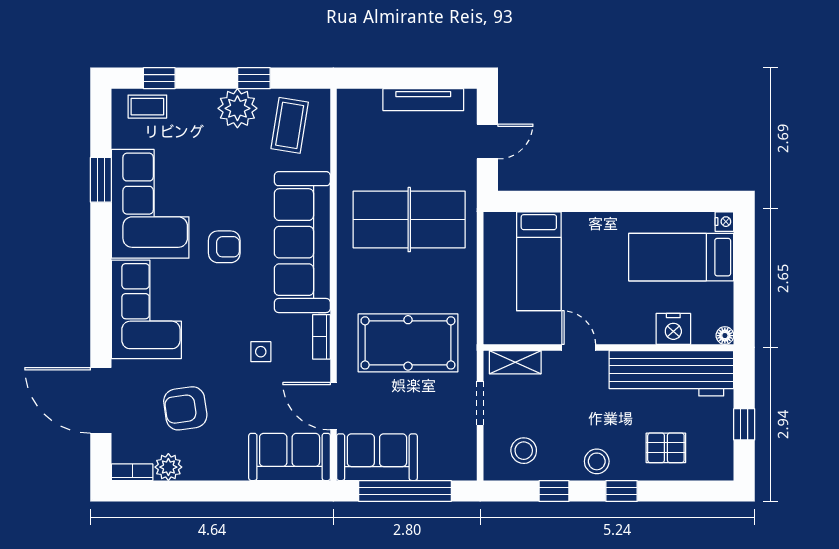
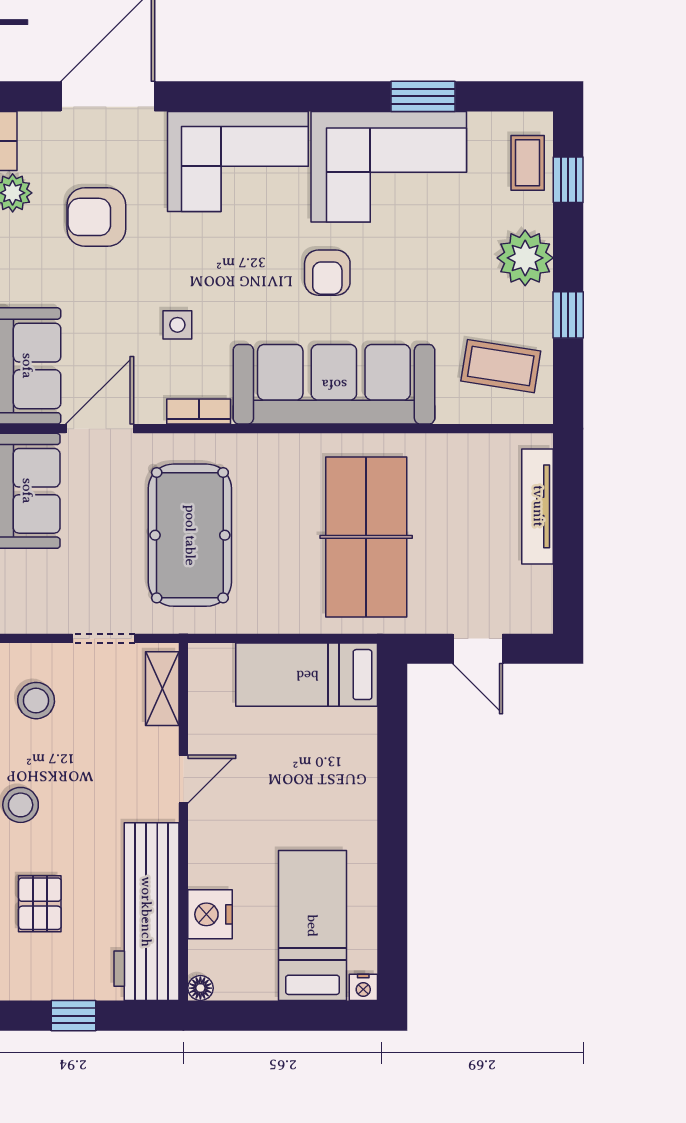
tv unit: (423, 100) -> (538, 506), moved
plant: (237, 108) -> (525, 258), moved
bed: (539, 261) -> (307, 675), moved
armchair: (185, 408) -> (96, 217), turned -82

